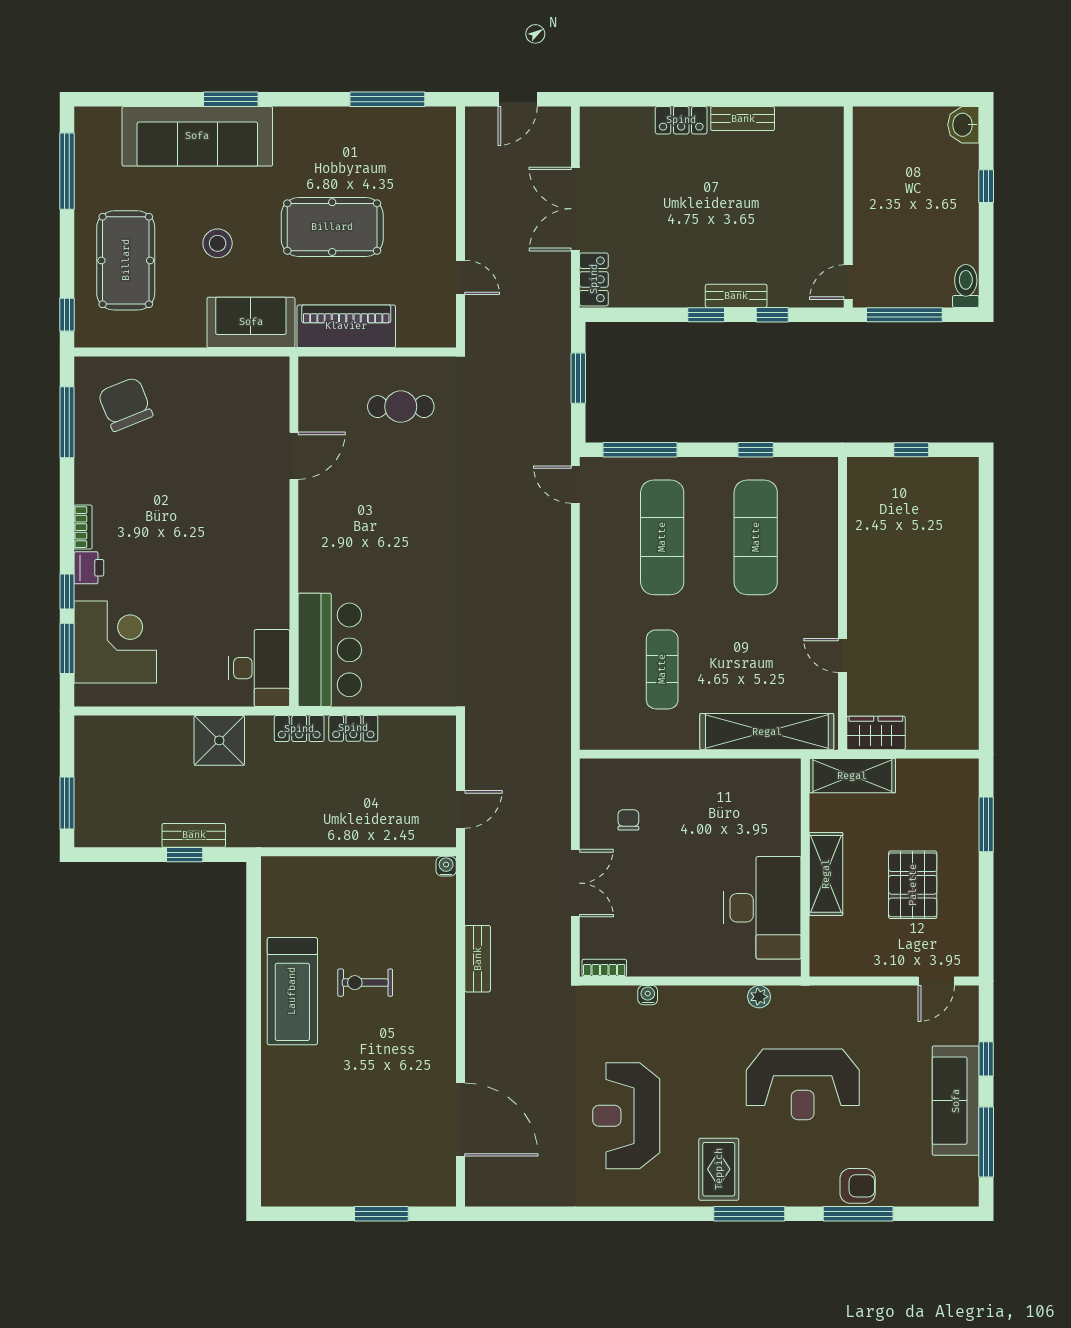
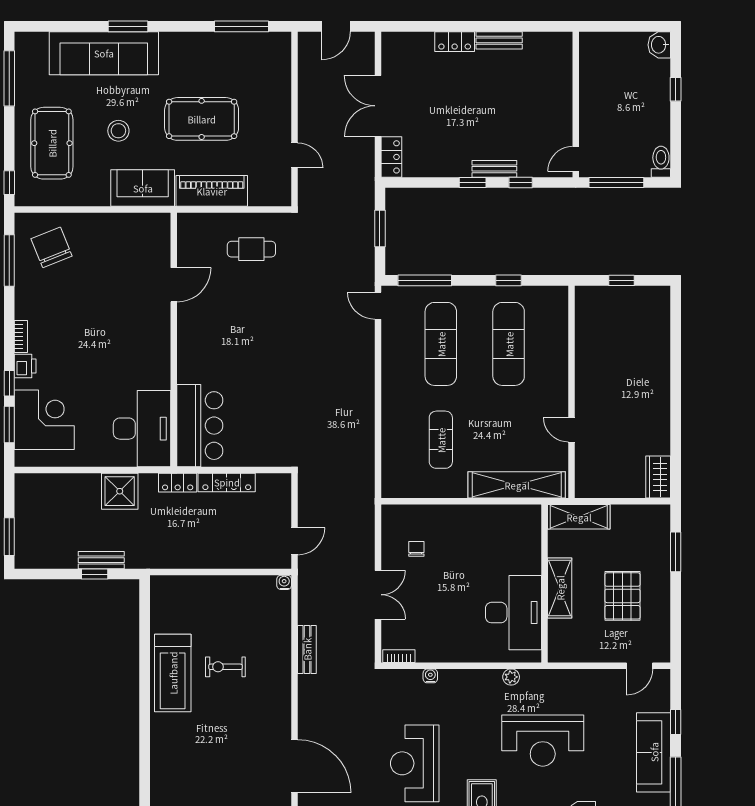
desk: (259, 668) -> (142, 429), width x1.36, depth x1.30
locker: (353, 728) -> (227, 482), width x1.53
wardrobe: (876, 733) -> (658, 477), moved, turned -90

